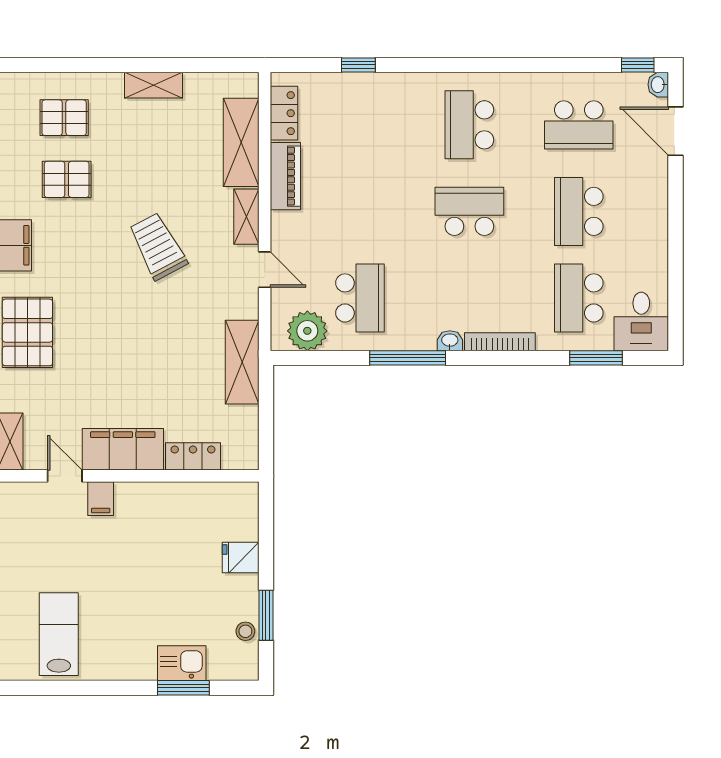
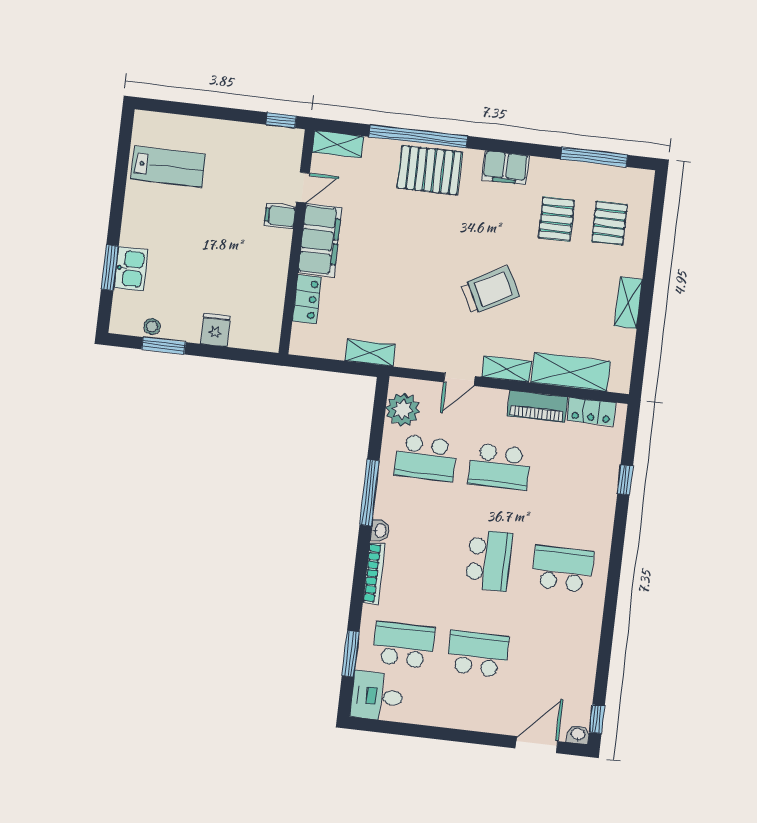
school desk: (579, 125) -> (500, 467), moved, turned -90
shelving: (242, 362) -> (370, 353), width x0.67, depth x0.75

